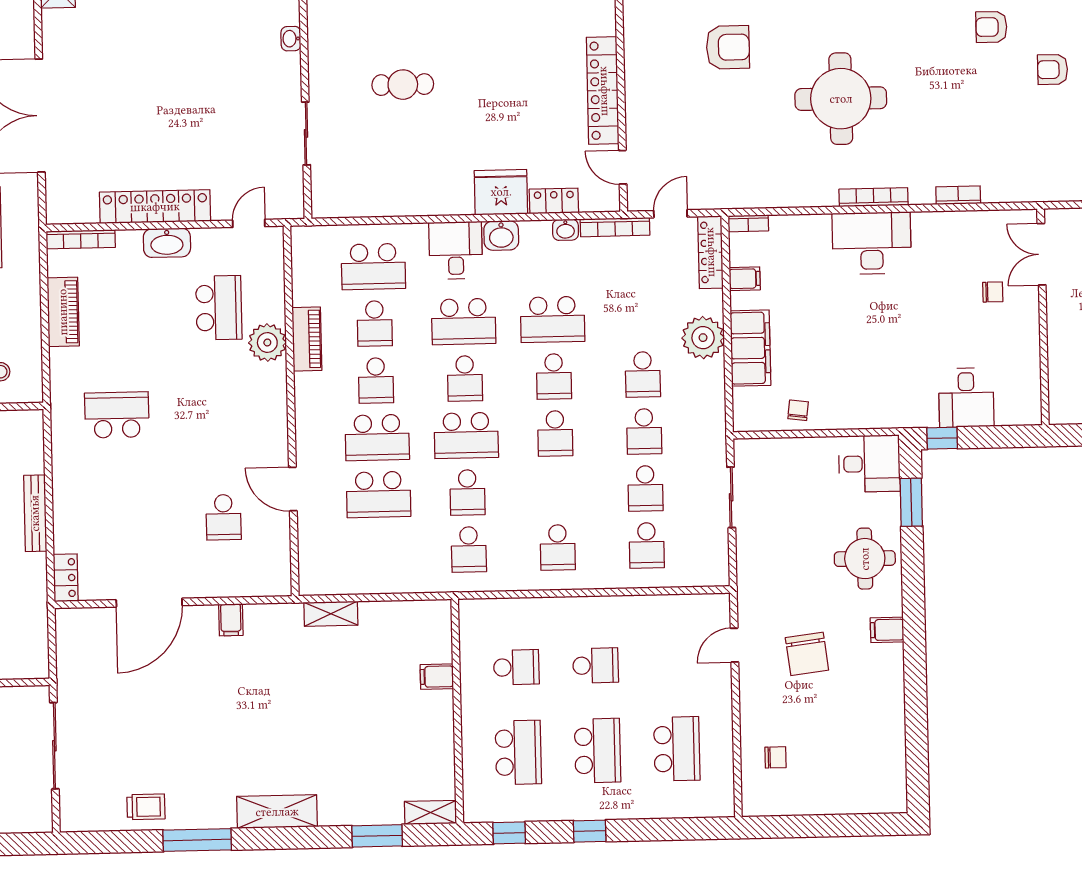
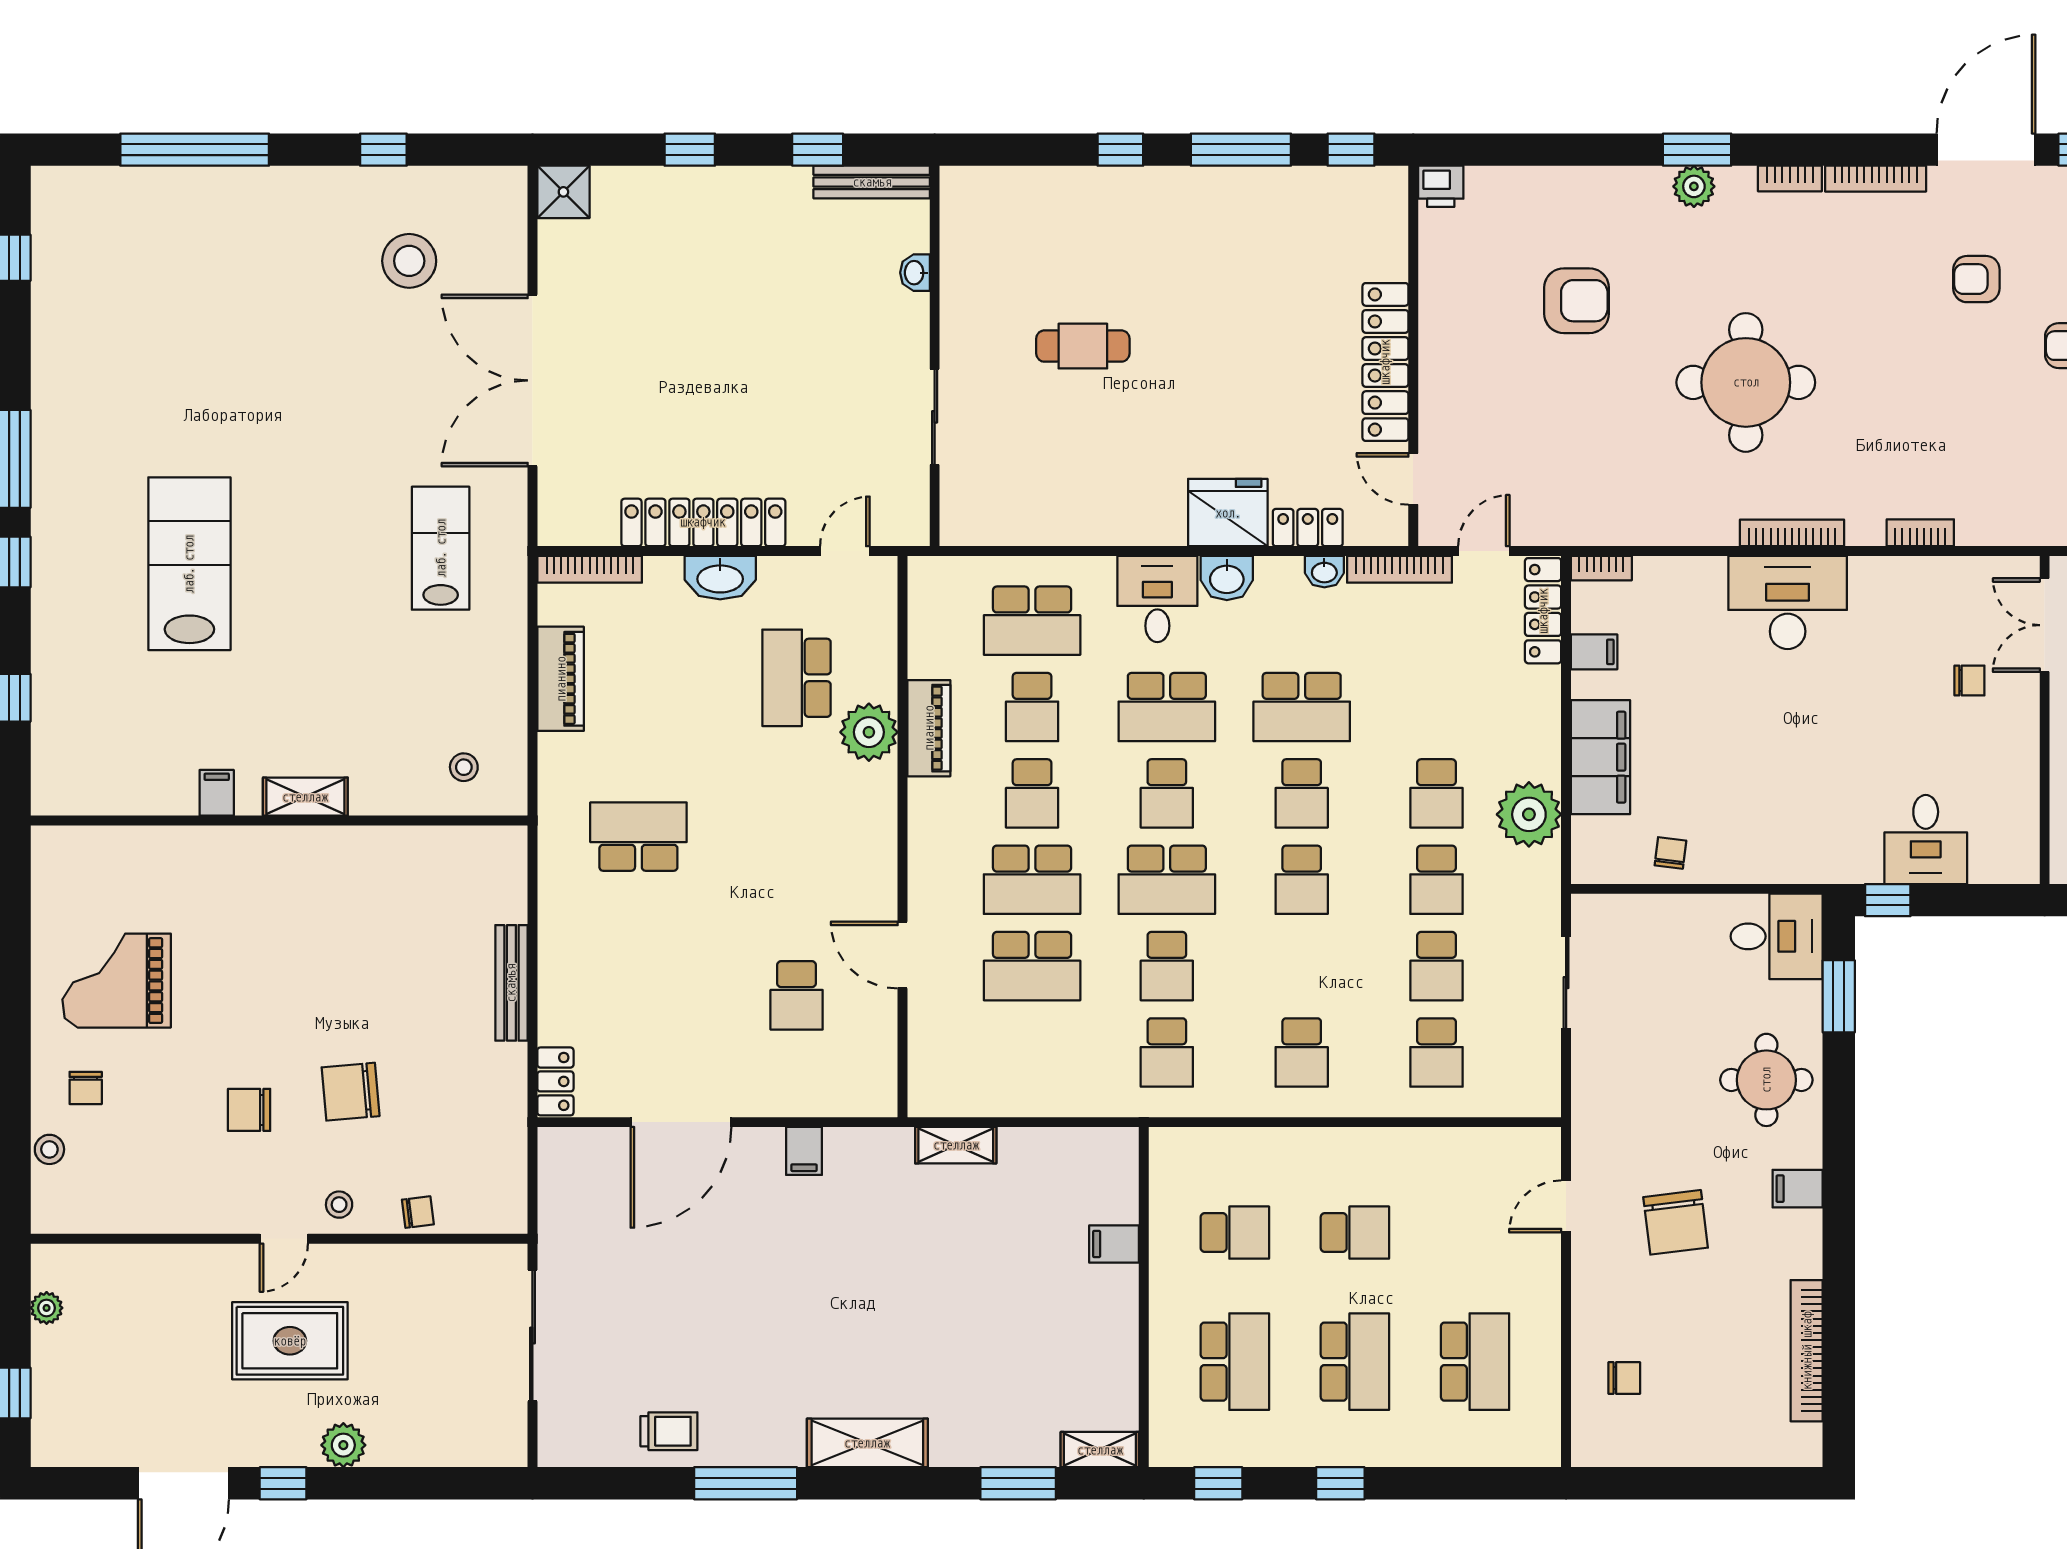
school desk: (219, 308) -> (797, 678), turned 180
plant: (703, 338) -> (1529, 814), moved
bookcase: (895, 737) -> (1807, 1351), added

